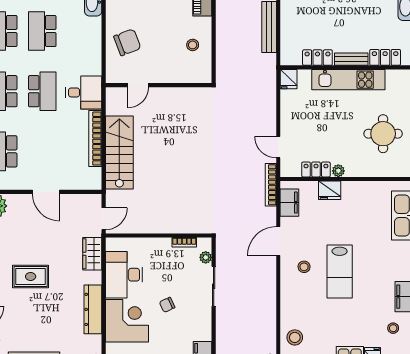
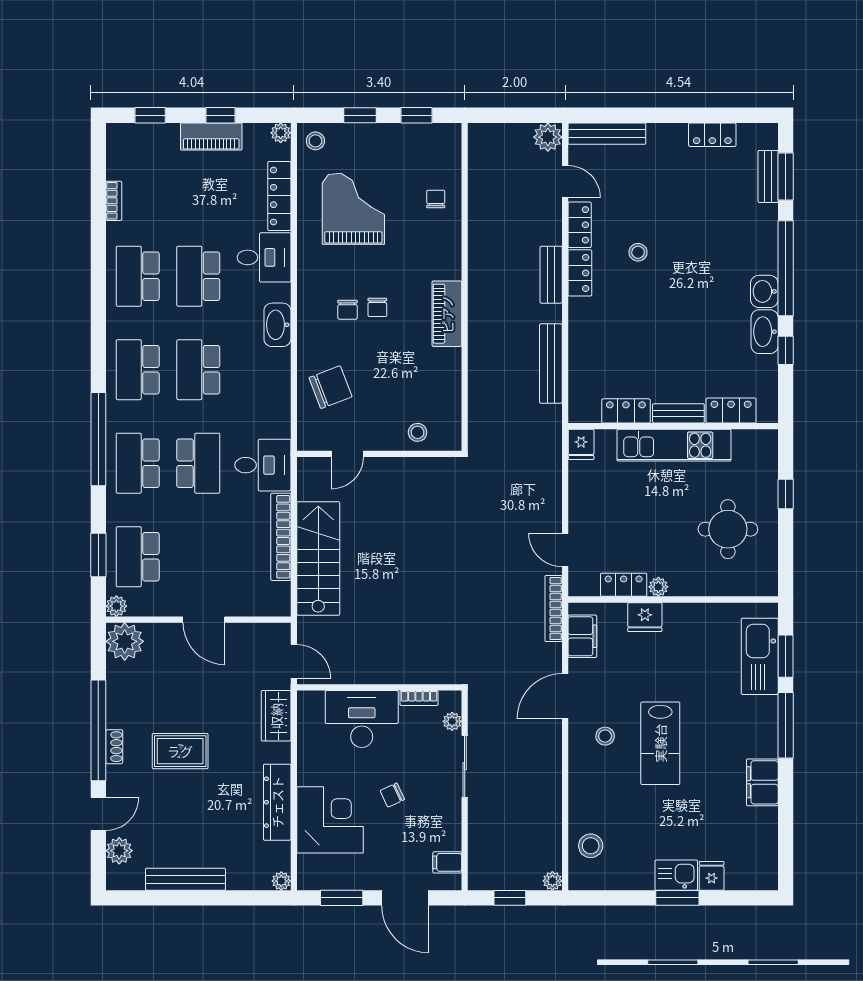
stool: (193, 45) -> (418, 432), moved
door: (104, 219) -> (294, 661), hinge flipped
desk: (124, 275) -> (362, 719), moved, turned 90
stool: (393, 328) -> (744, 831), removed

